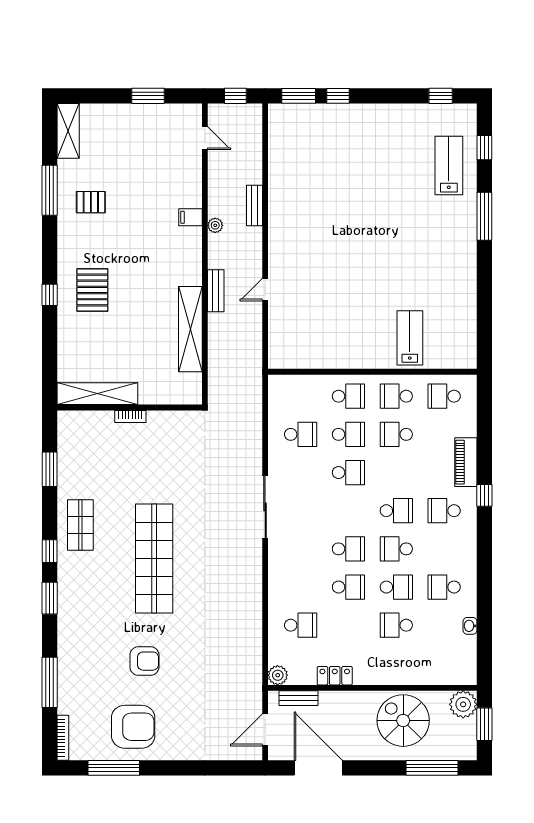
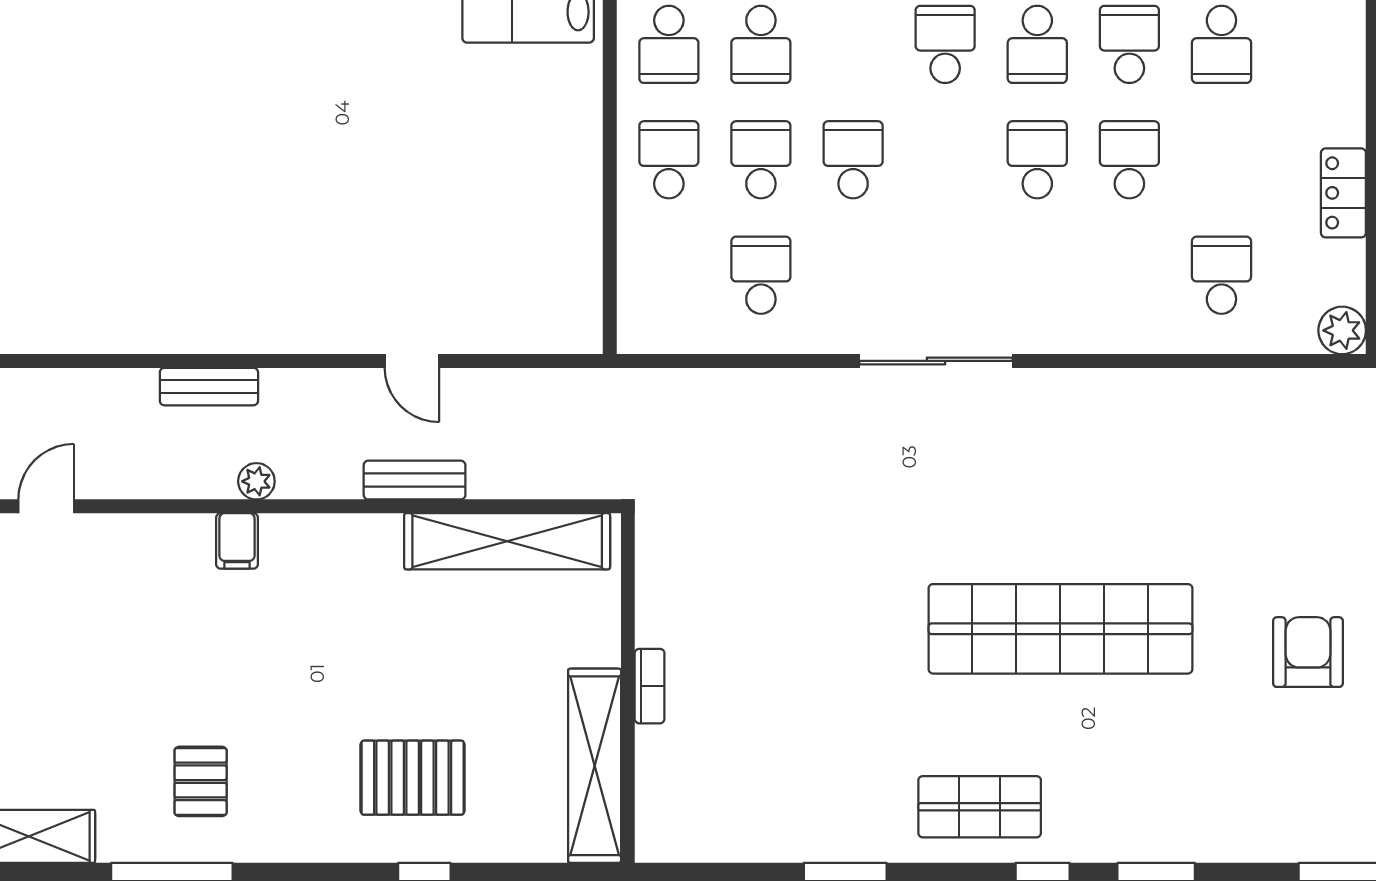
shelving: (97, 394) -> (595, 766), moved
wall: (130, 407) -> (628, 688), moved
bookcase: (130, 416) -> (650, 686), moved

